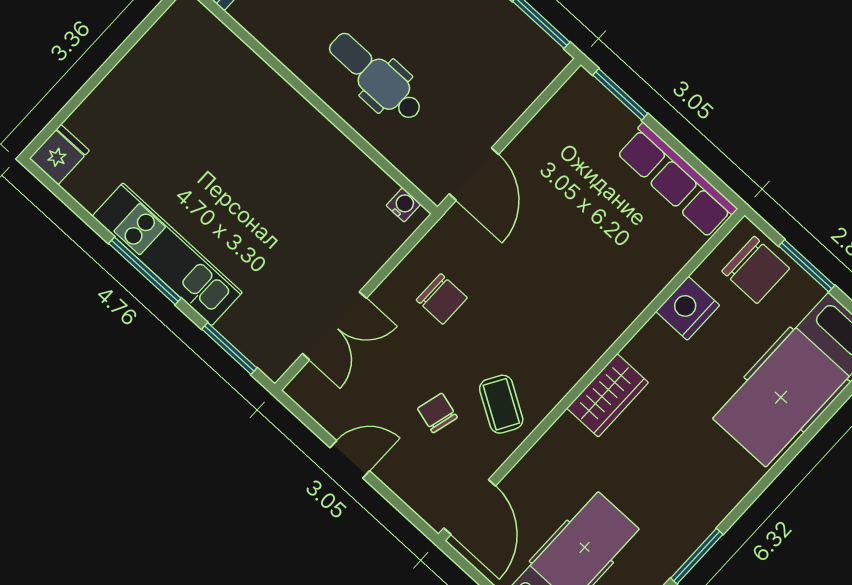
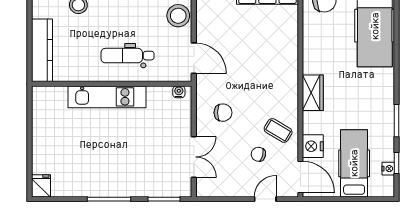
stool: (510, 87) -> (178, 16), added
kitchen unit: (167, 254) -> (107, 97), moved, turned 180
nightstand: (688, 308) -> (313, 146), moved
door: (350, 459) -> (265, 199), moved

